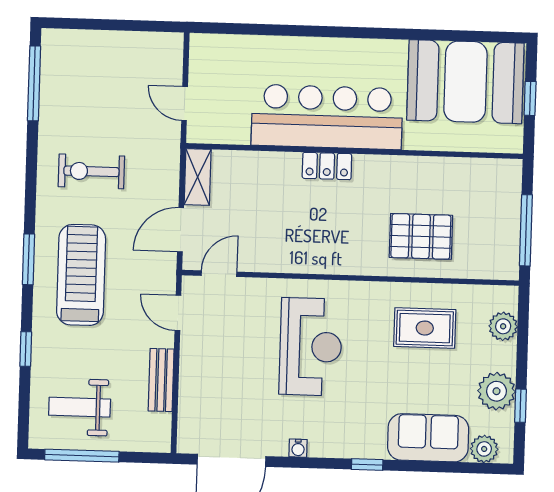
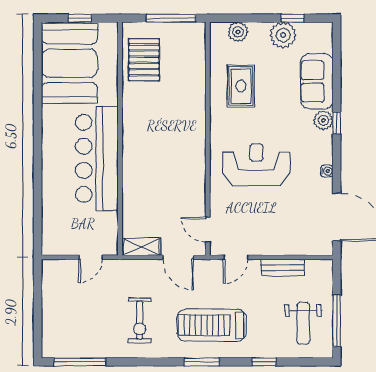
locker: (327, 166) -> (131, 157), removed
pallet: (421, 236) -> (144, 60), moved
plant: (484, 449) -> (323, 120), moved

